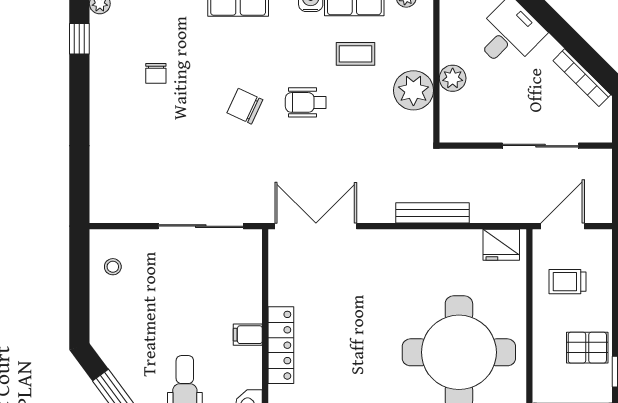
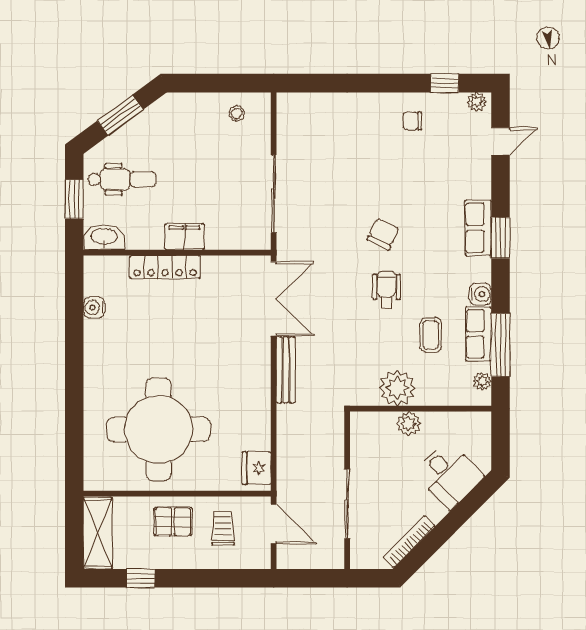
chair: (156, 73) -> (413, 121), moved
bench: (433, 213) -> (286, 370), moved
filing cabinet: (248, 335) -> (184, 237), width x2.00
pallet: (587, 348) -> (173, 522), moved, turned 90

